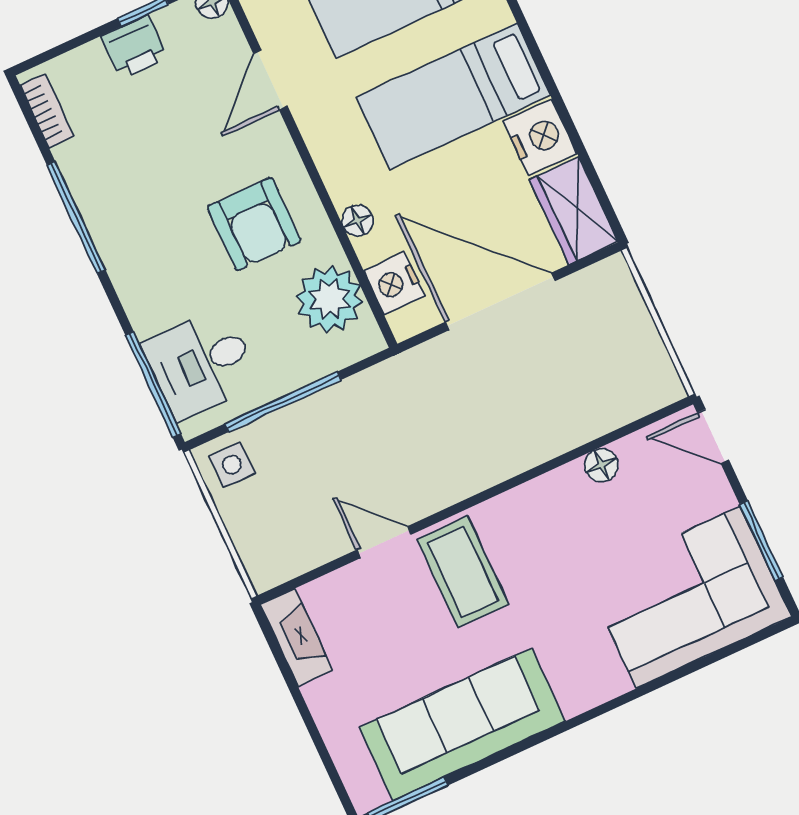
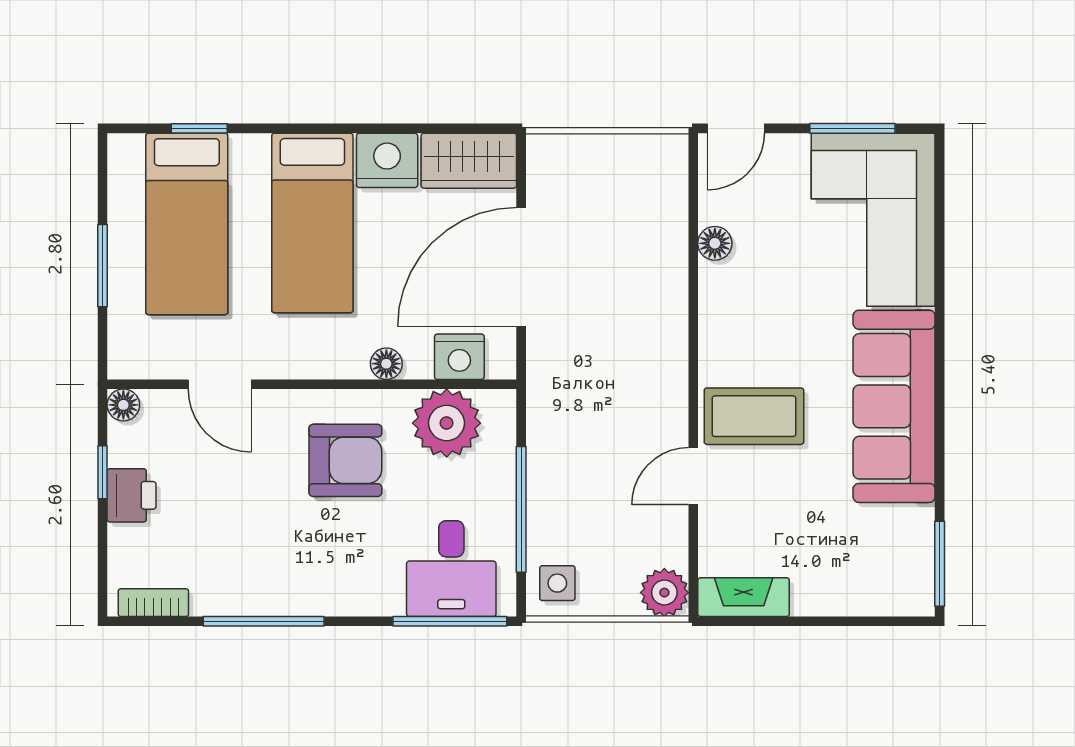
plant: (268, 565) -> (664, 593), added
sofa: (462, 724) -> (894, 406), moved

